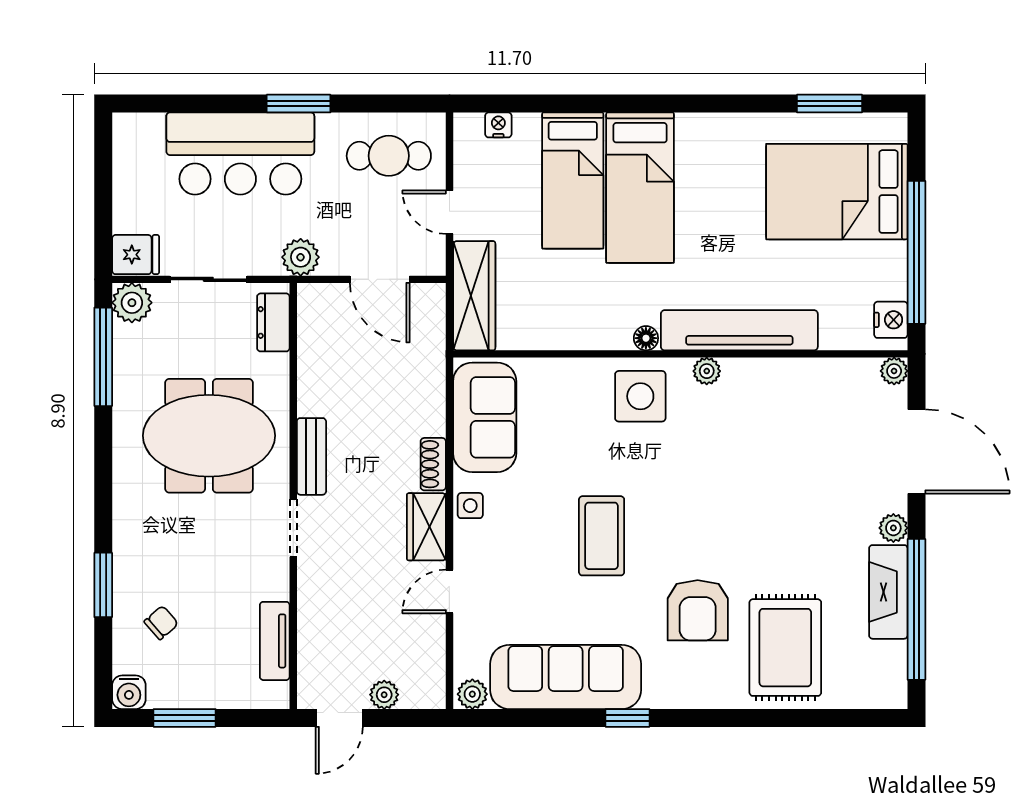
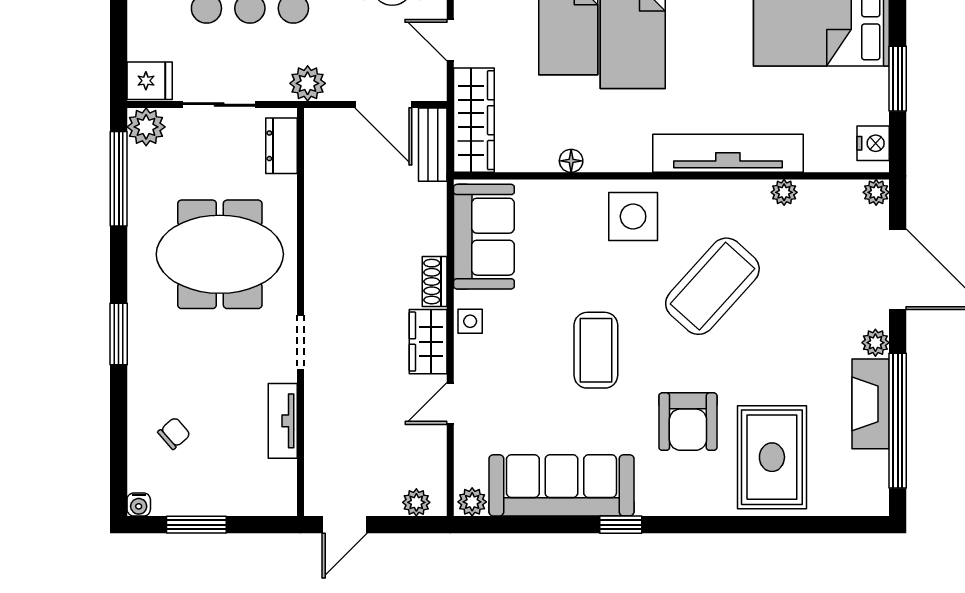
window: (916, 252) -> (898, 79), width x0.47
floor lamp: (646, 338) -> (571, 161), moved
plant: (707, 371) -> (784, 192), moved
bench: (311, 456) -> (433, 145), moved
coffee table: (723, 469) -> (712, 286), added
window: (103, 585) -> (119, 334), moved
tv unit: (275, 641) -> (283, 421), moved
water cooler: (129, 692) -> (139, 504), width x0.72, depth x0.72
plant: (384, 695) -> (416, 502), moved

